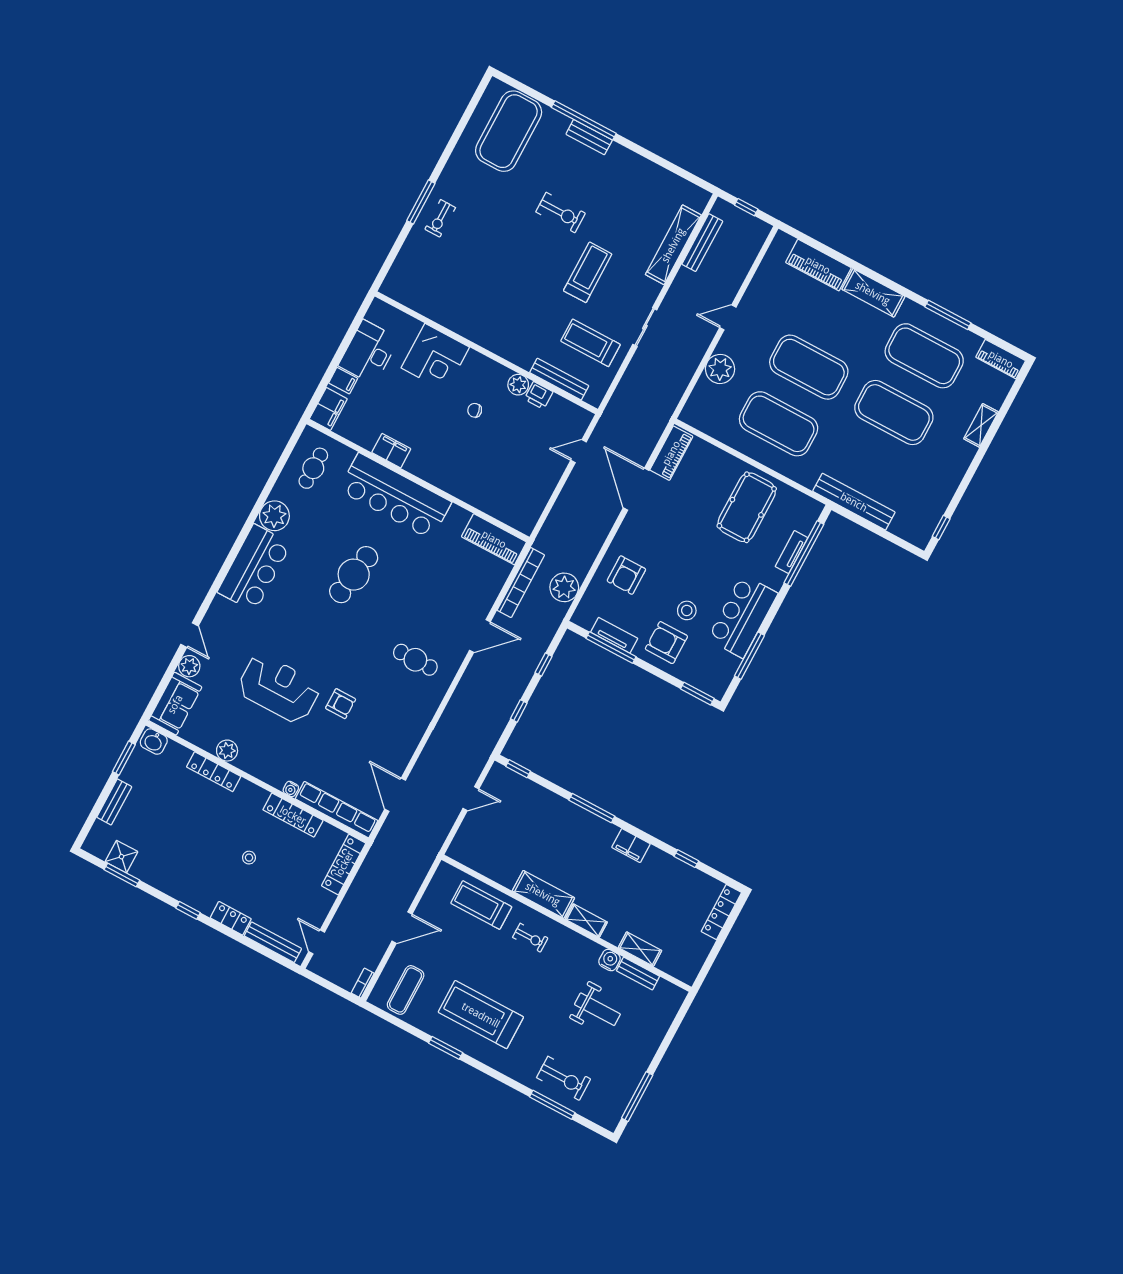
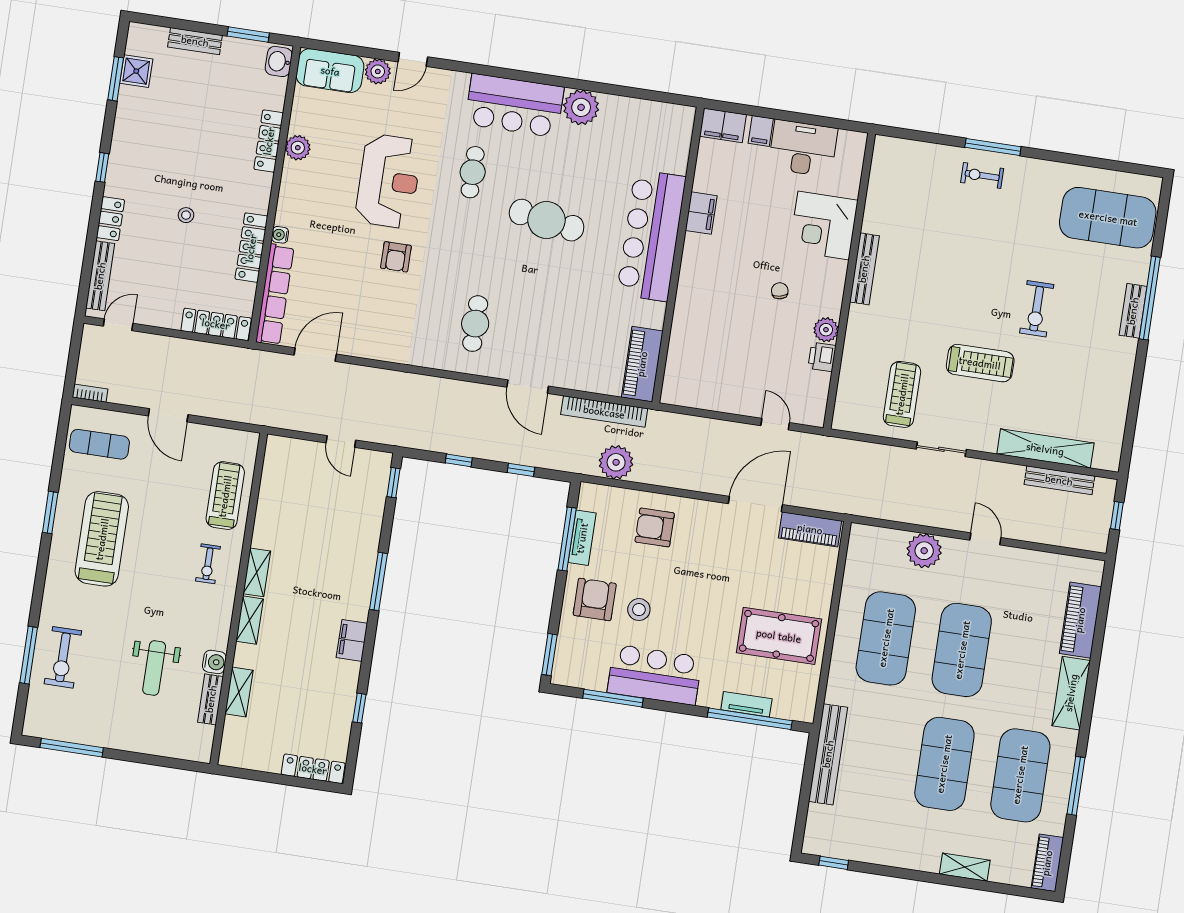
bench: (559, 379) -> (864, 269), moved
cafe table: (313, 468) -> (473, 172), moved, turned 90
shelving: (543, 894) -> (257, 572), width x0.67, depth x0.75

